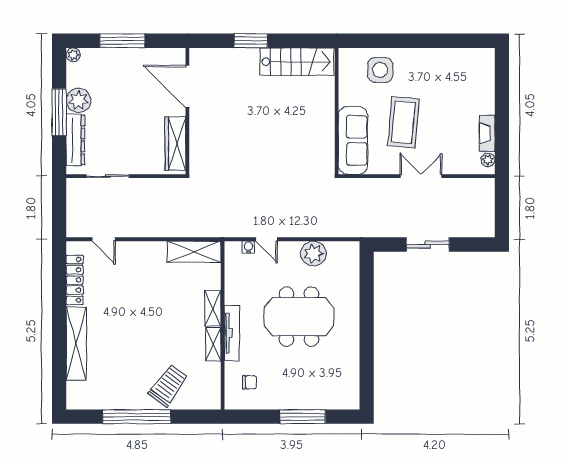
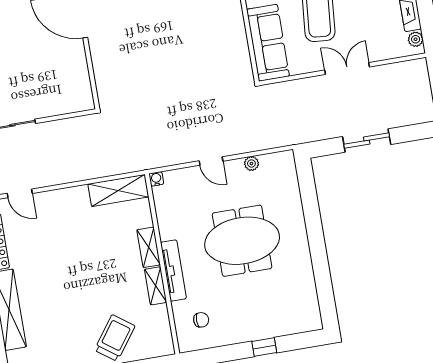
wardrobe: (175, 144) -> (79, 78), removed
door: (267, 239) -> (211, 161), moved
water cooler: (248, 247) -> (156, 179), moved
plant: (314, 254) -> (251, 163), width x0.53, depth x0.53
window: (303, 417) -> (264, 347), width x0.46

